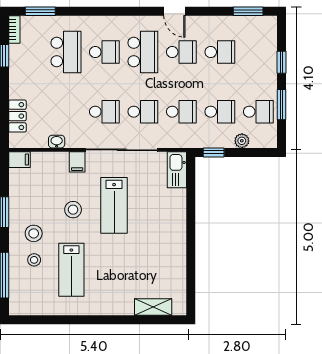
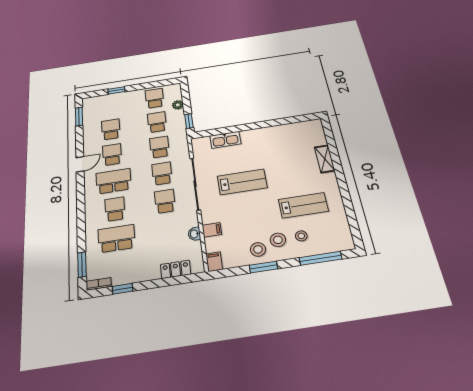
window: (281, 105) -> (148, 85), removed
filing cabinet: (77, 162) -> (212, 230), moved
kitchen sink: (177, 170) -> (225, 140), moved
stool: (73, 210) -> (258, 249), moved
shelving: (153, 307) -> (325, 159), moved

